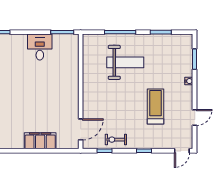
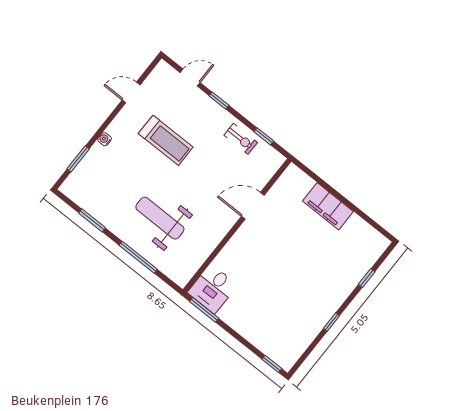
desk: (40, 47) -> (213, 289), moved
treadmill: (155, 107) -> (166, 140), turned -90
door: (81, 129) -> (253, 206), moved
door: (182, 151) -> (190, 78), moved

